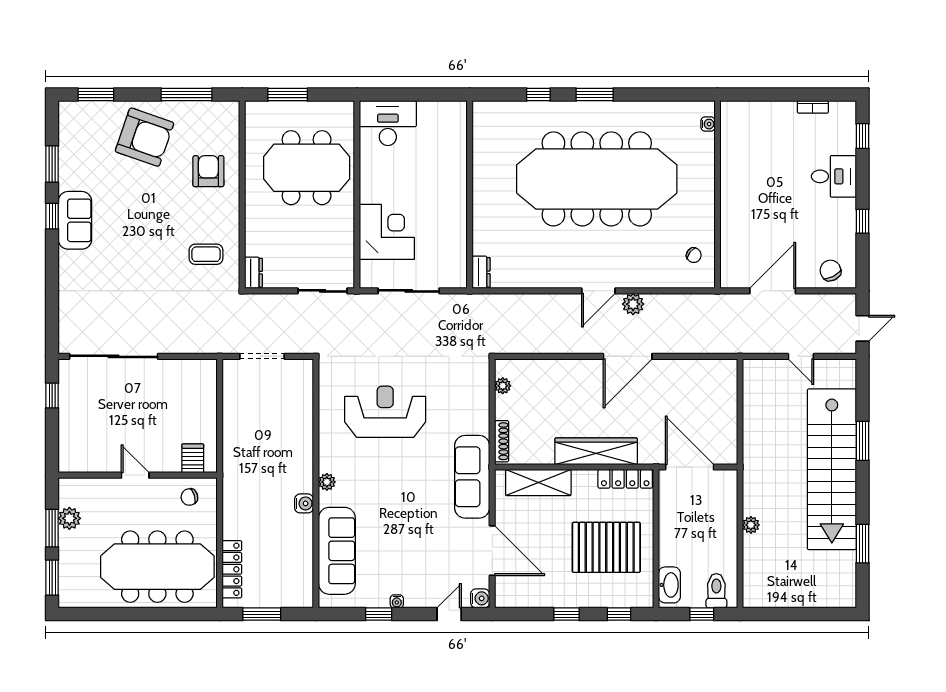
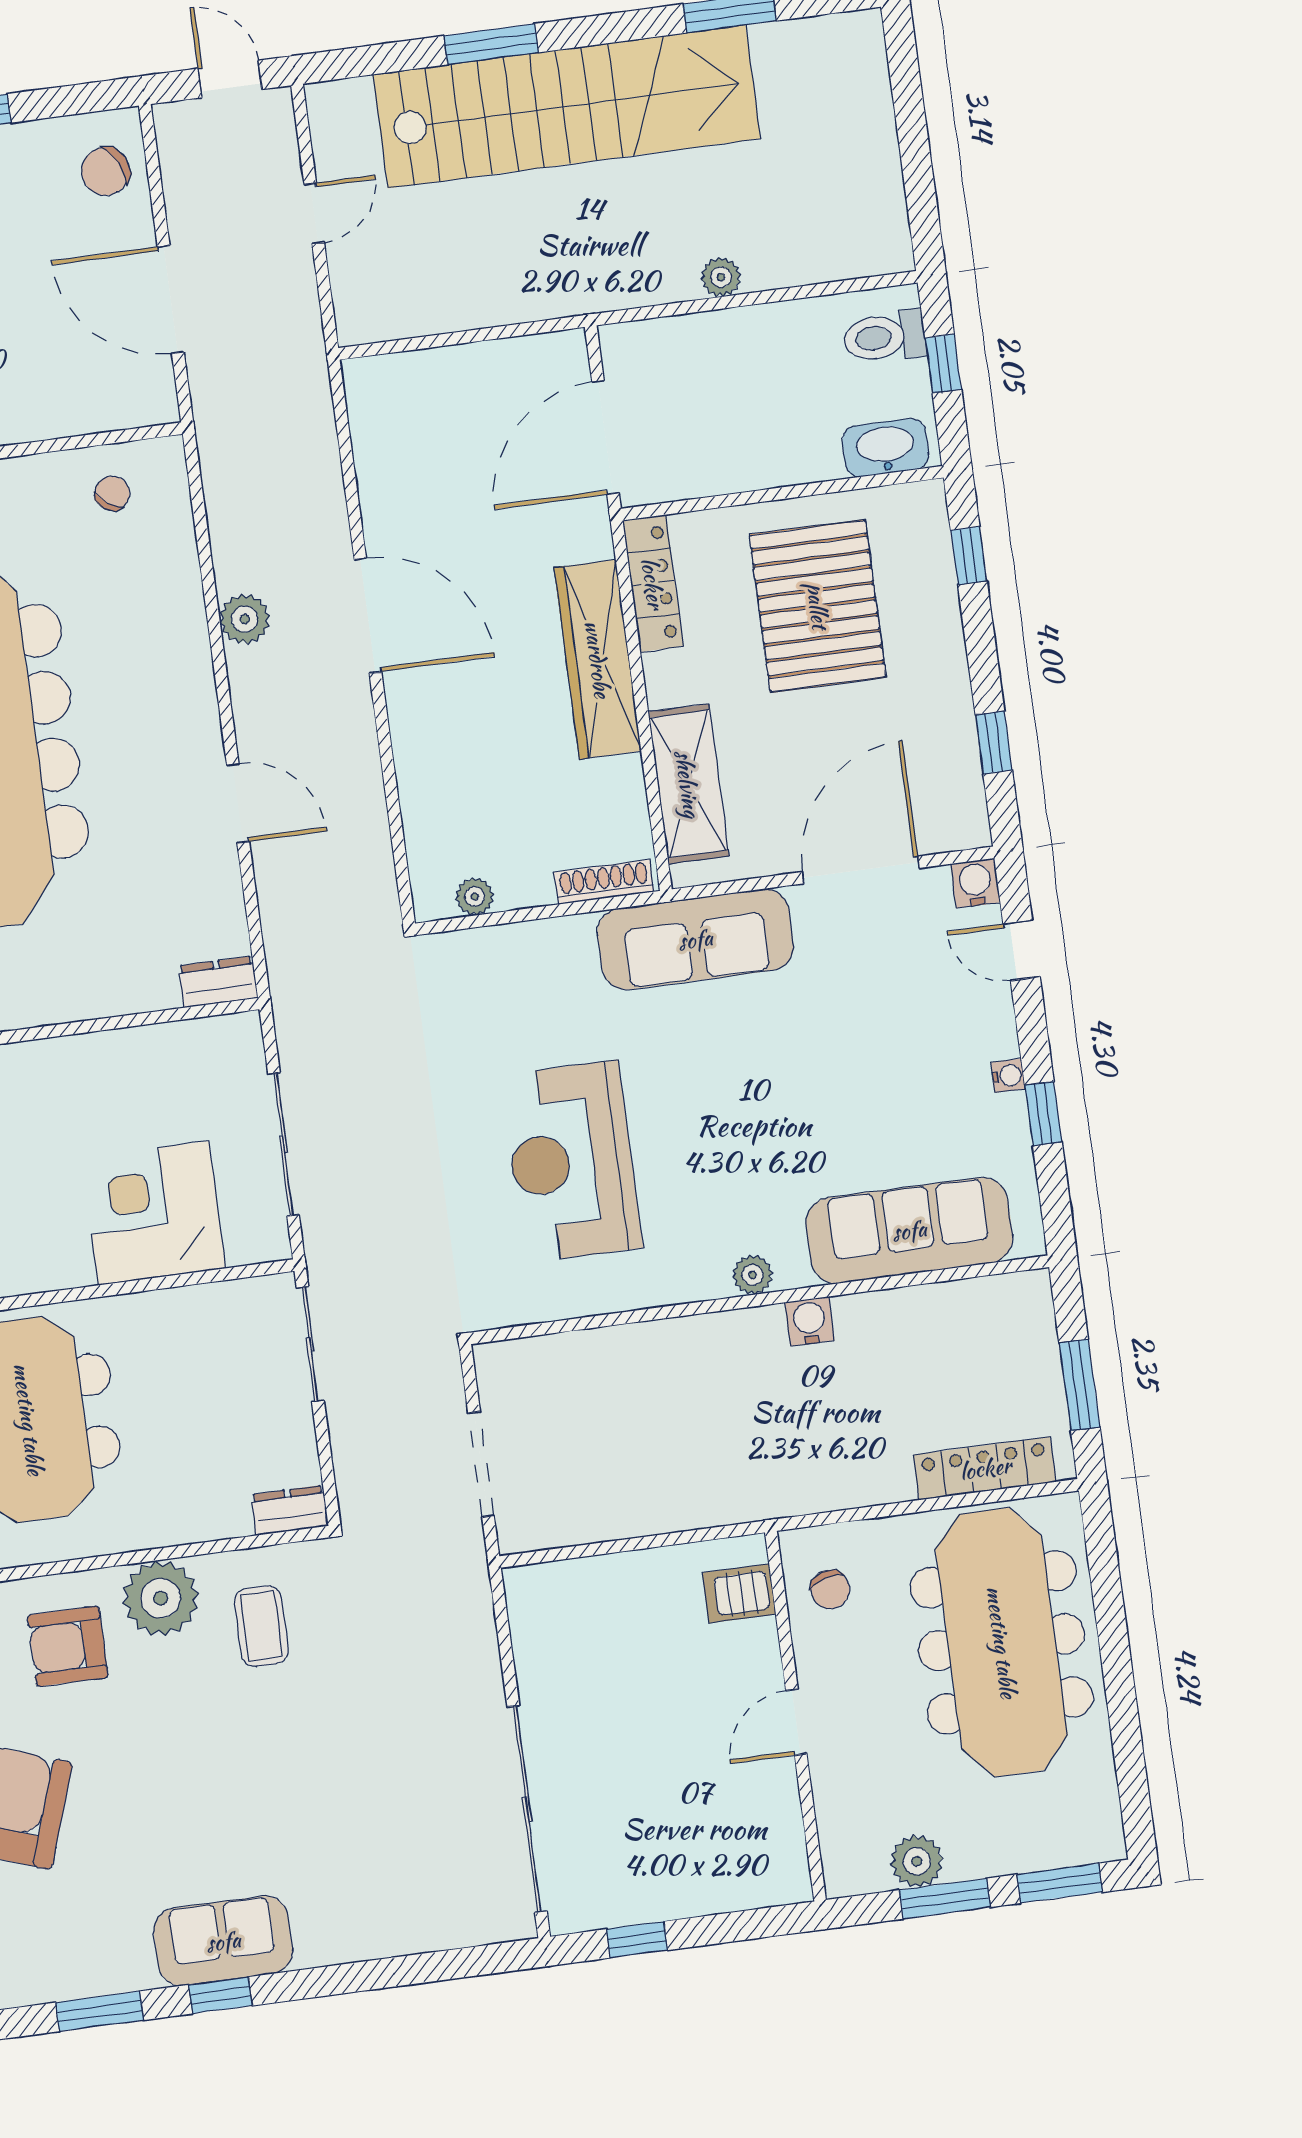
plant: (223, 213) -> (161, 1598), added
door: (598, 291) -> (238, 803), moved
window: (566, 614) -> (994, 743), moved

